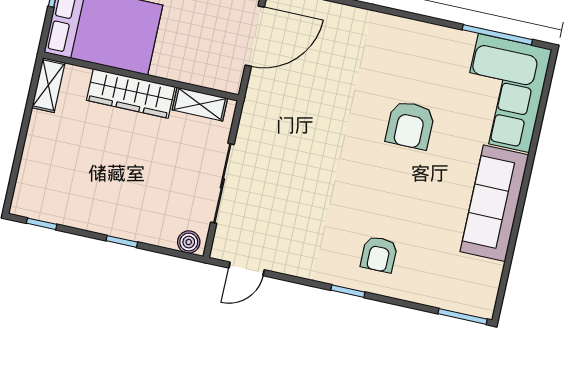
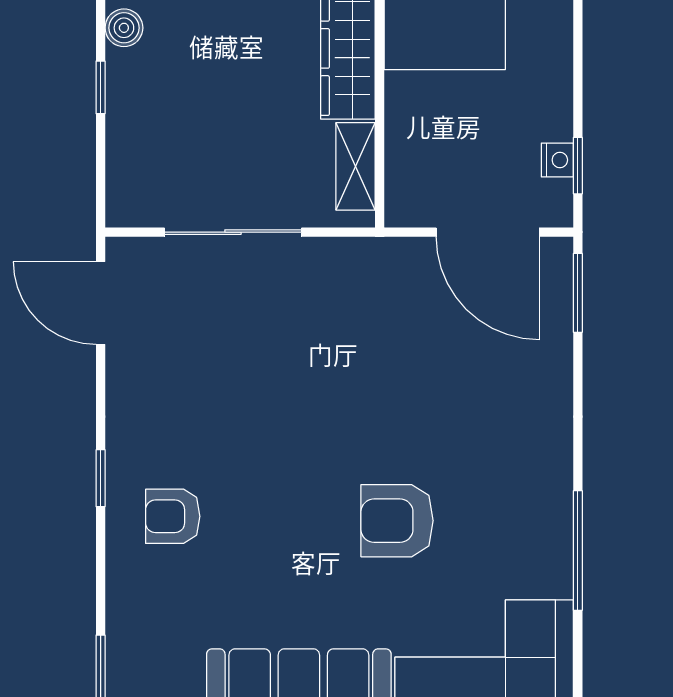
window: (497, 35) -> (578, 550), moved
boiler: (189, 242) -> (124, 28), moved
door: (247, 269) -> (101, 303), width x1.38

